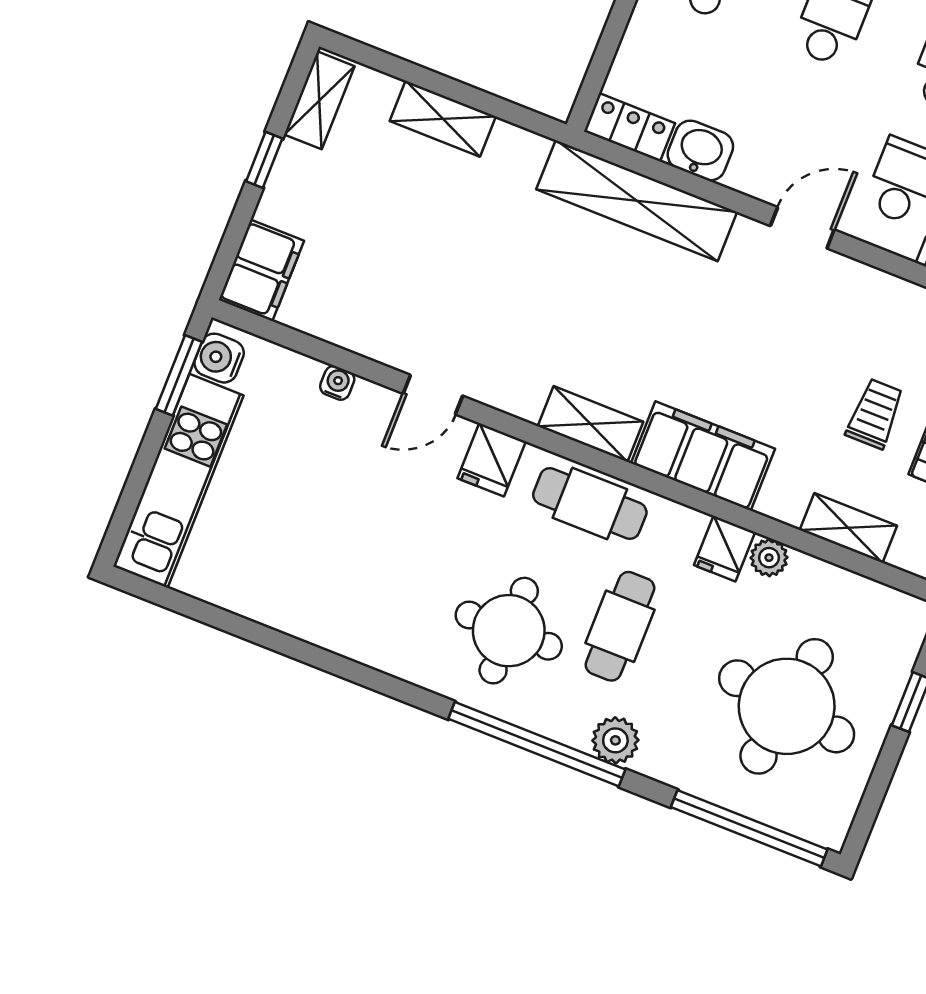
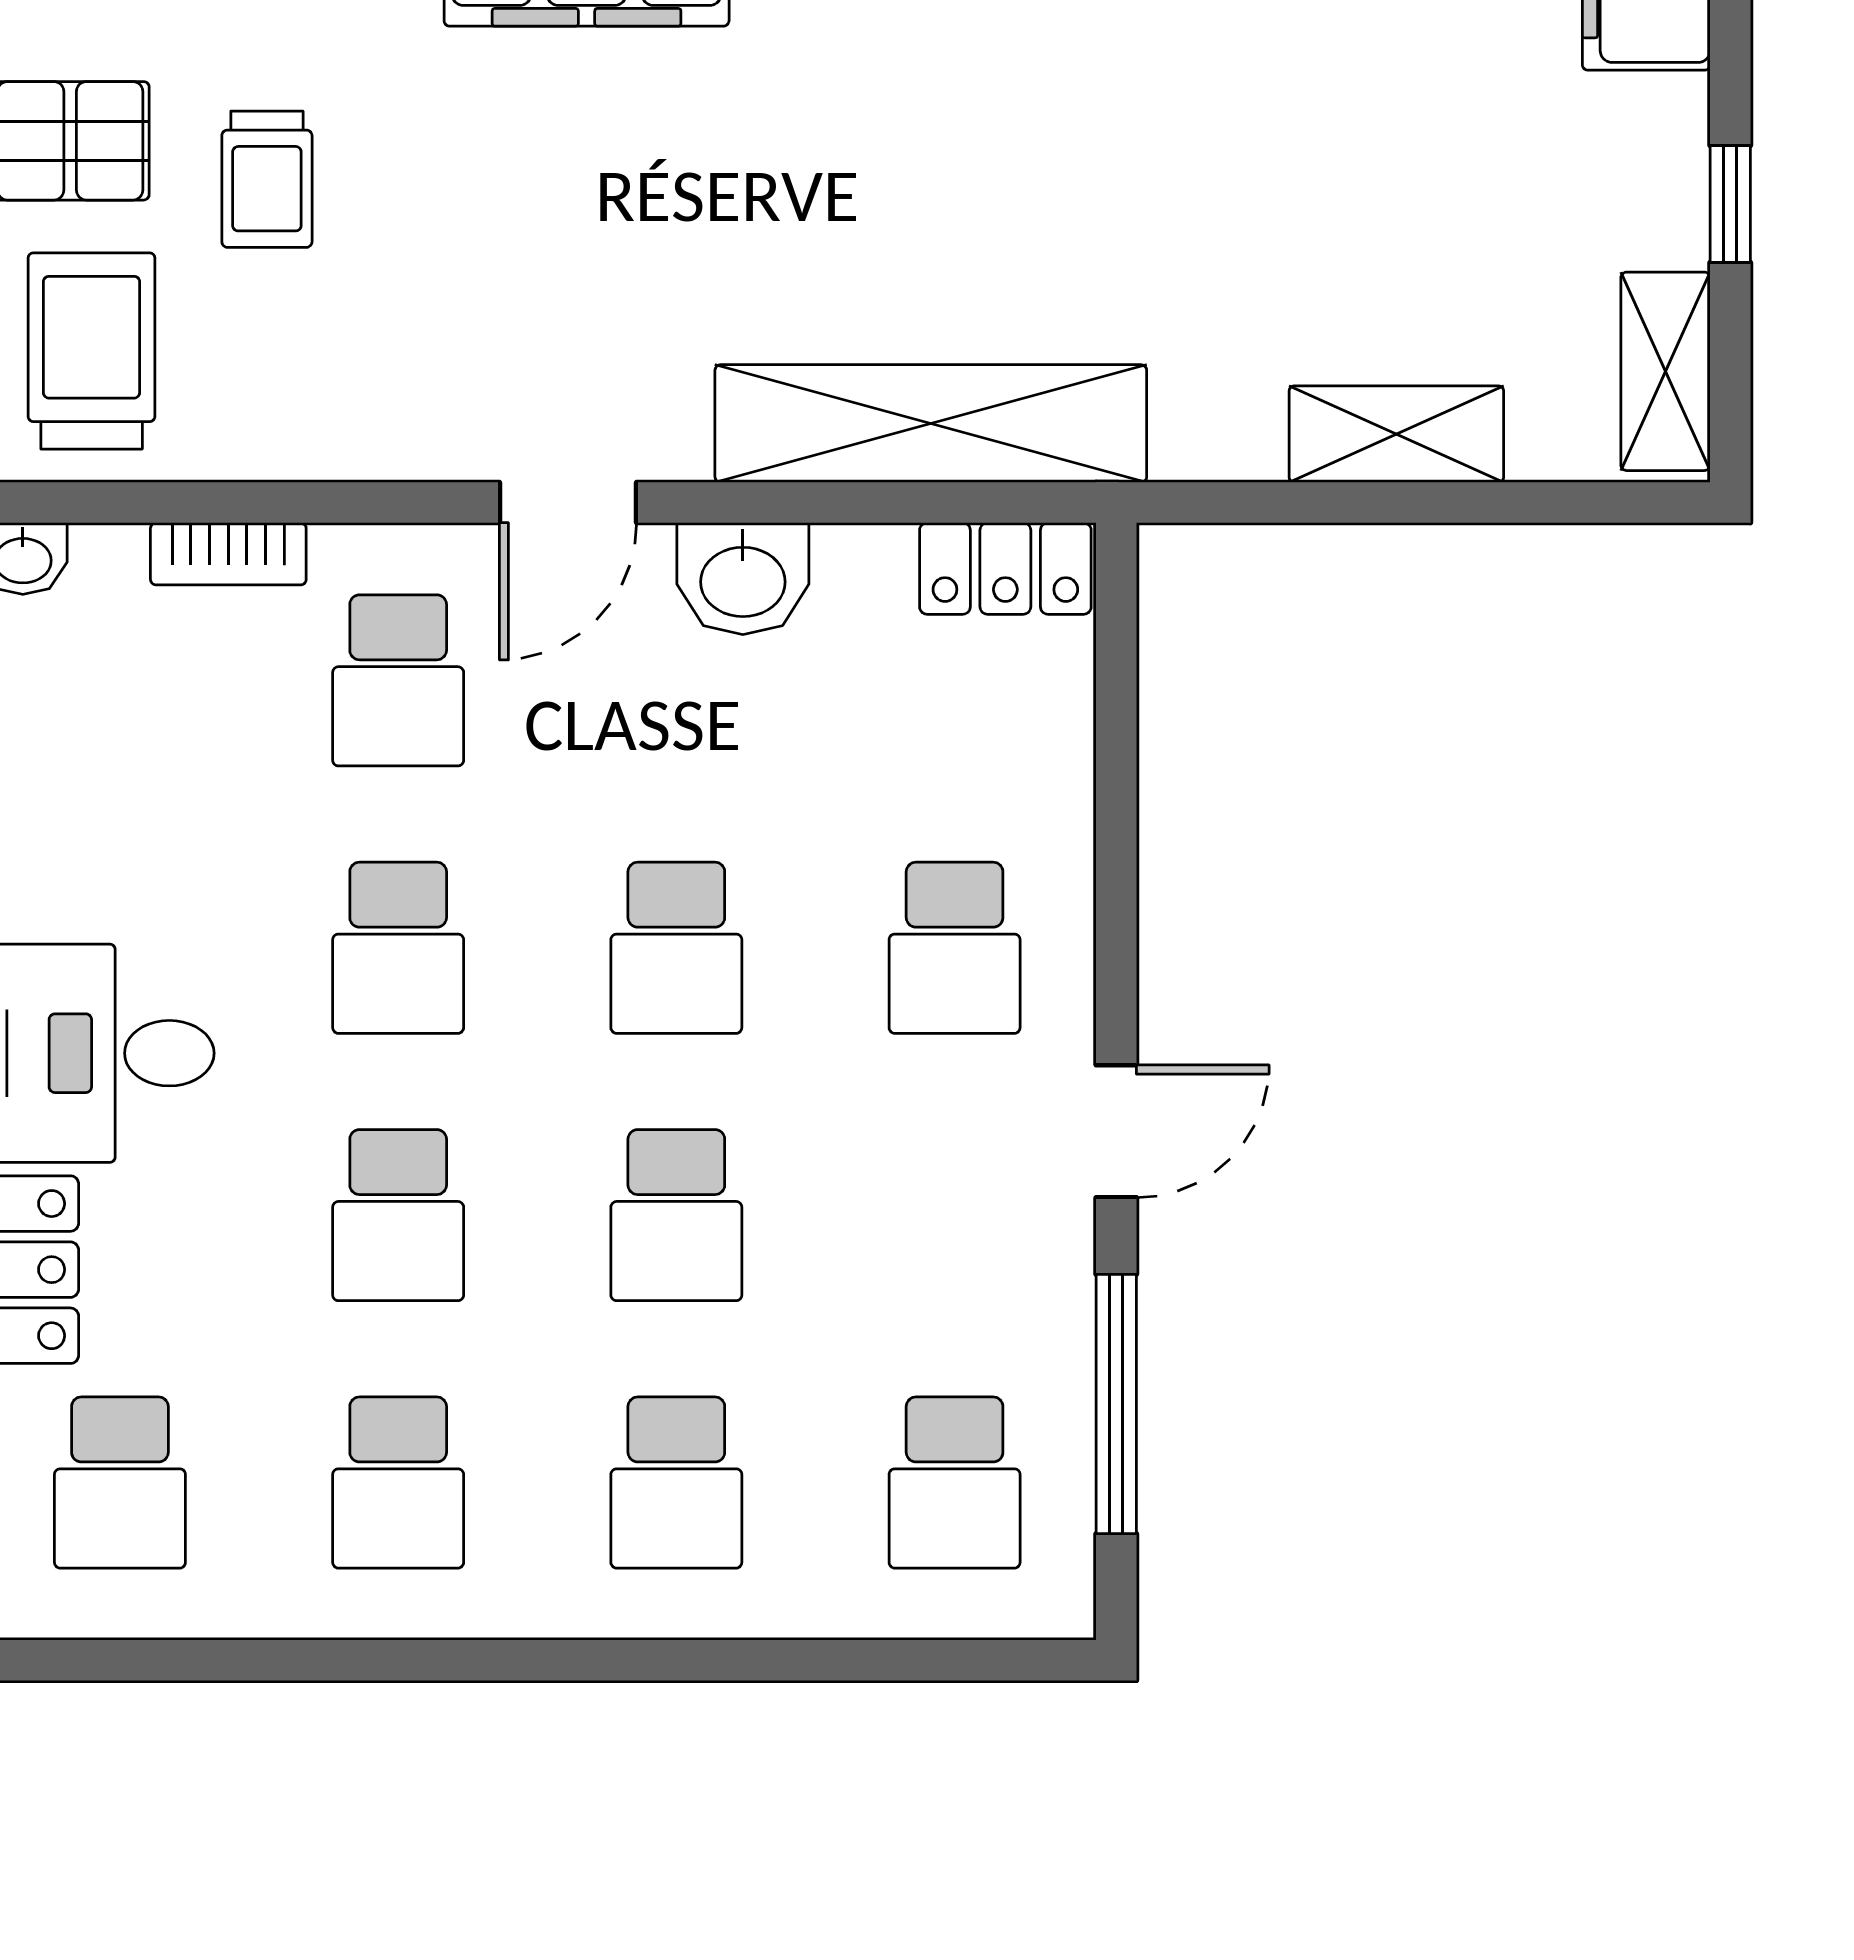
washbasin: (700, 150) -> (743, 579), moved

